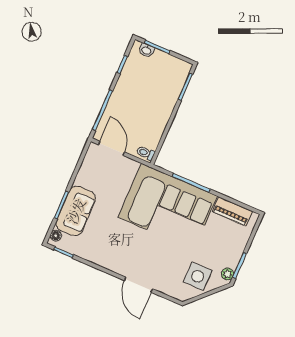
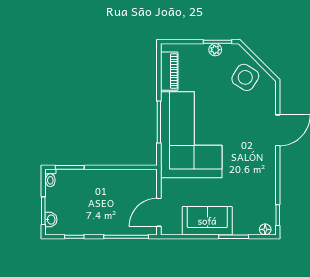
toilet: (146, 153) -> (50, 178), moved
sofa: (76, 211) -> (207, 221), moved
plant: (228, 274) -> (215, 50), moved
side table: (198, 276) -> (245, 77), turned 32

